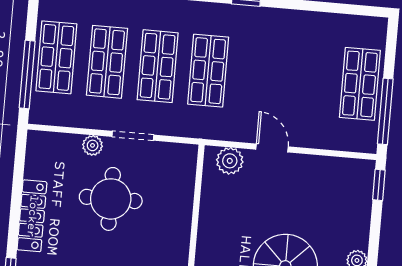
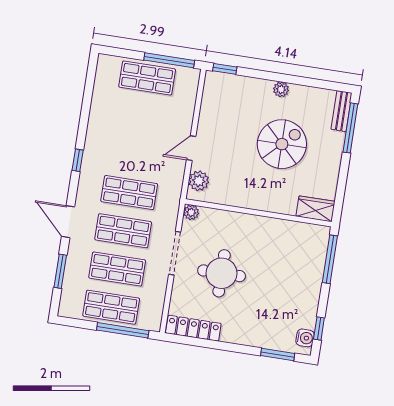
doorway: (133, 136) -> (175, 253), width x1.38
plant: (93, 145) -> (191, 212), moved
locker: (32, 216) -> (193, 328), moved

